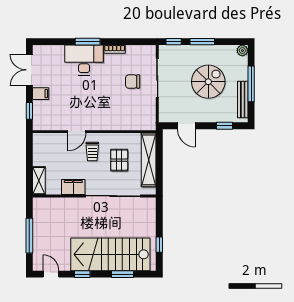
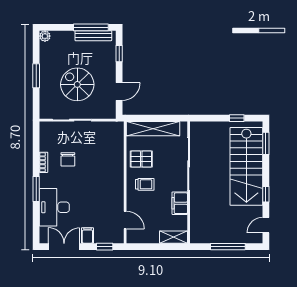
window: (174, 42) -> (36, 104), removed
desk: (84, 60) -> (54, 207), moved
double door: (29, 70) -> (64, 247), swing flipped
chair: (133, 82) -> (68, 159), moved
spiral stairs: (208, 82) -> (77, 84), moved
window: (251, 84) -> (91, 27), moved
door: (77, 132) -> (125, 220), moved
pallet: (119, 160) -> (141, 159), moved
window: (123, 274) -> (266, 143), moved

